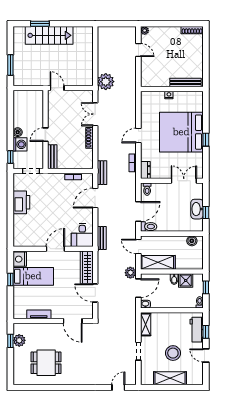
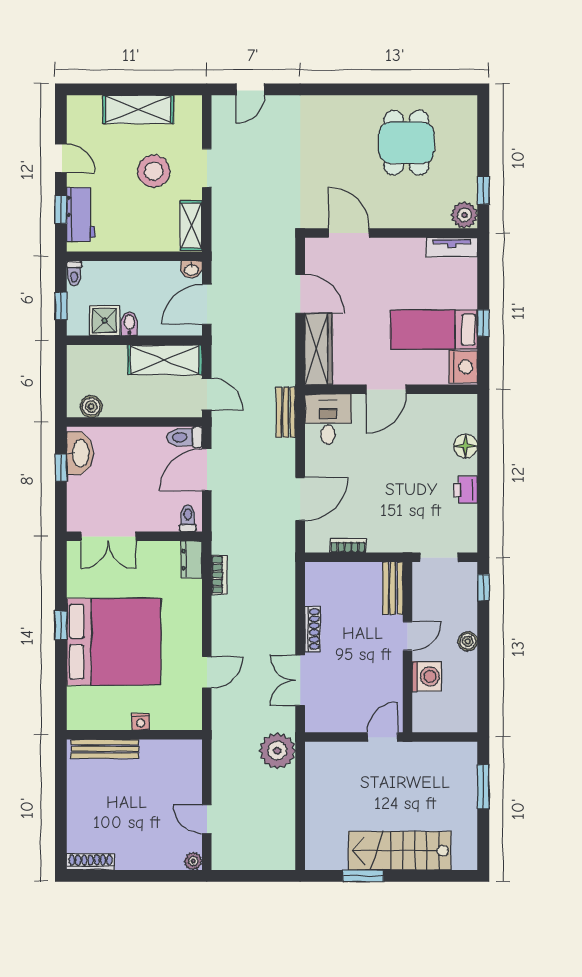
window: (40, 24) -> (363, 876), moved
door: (57, 88) -> (383, 737), swing flipped
double door: (95, 114) -> (300, 680), swing flipped
door: (138, 135) -> (207, 672), moved
washing machine: (20, 144) -> (427, 676), moved, turned 180
bench: (102, 173) -> (285, 554), removed
printer: (21, 202) -> (465, 490), width x0.53, depth x0.68
washbasin: (197, 209) -> (80, 453), moved
floor lamp: (19, 223) -> (466, 446), added
plant: (130, 273) -> (224, 338), removed
tv unit: (39, 314) -> (452, 247), moved
plant: (19, 340) -> (464, 215), moved
stool: (173, 353) -> (154, 171), moved
dining table: (46, 363) -> (406, 143), turned 90

